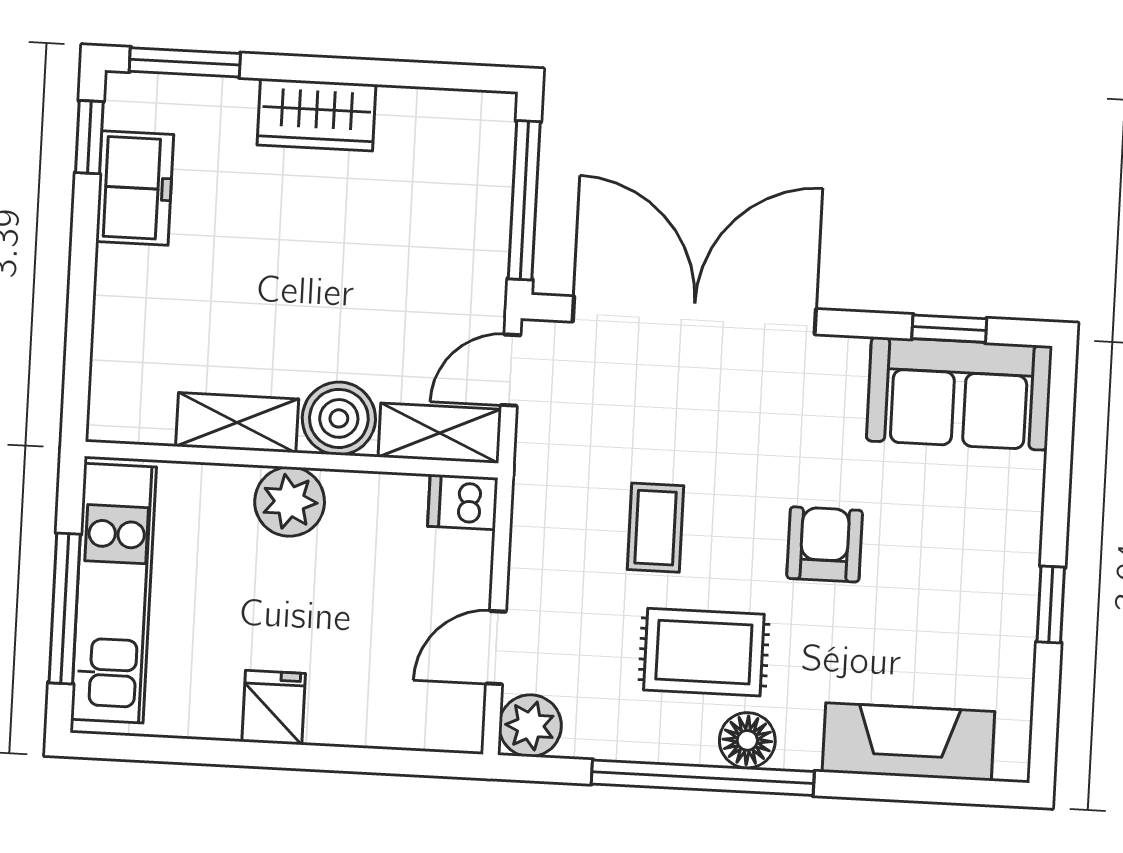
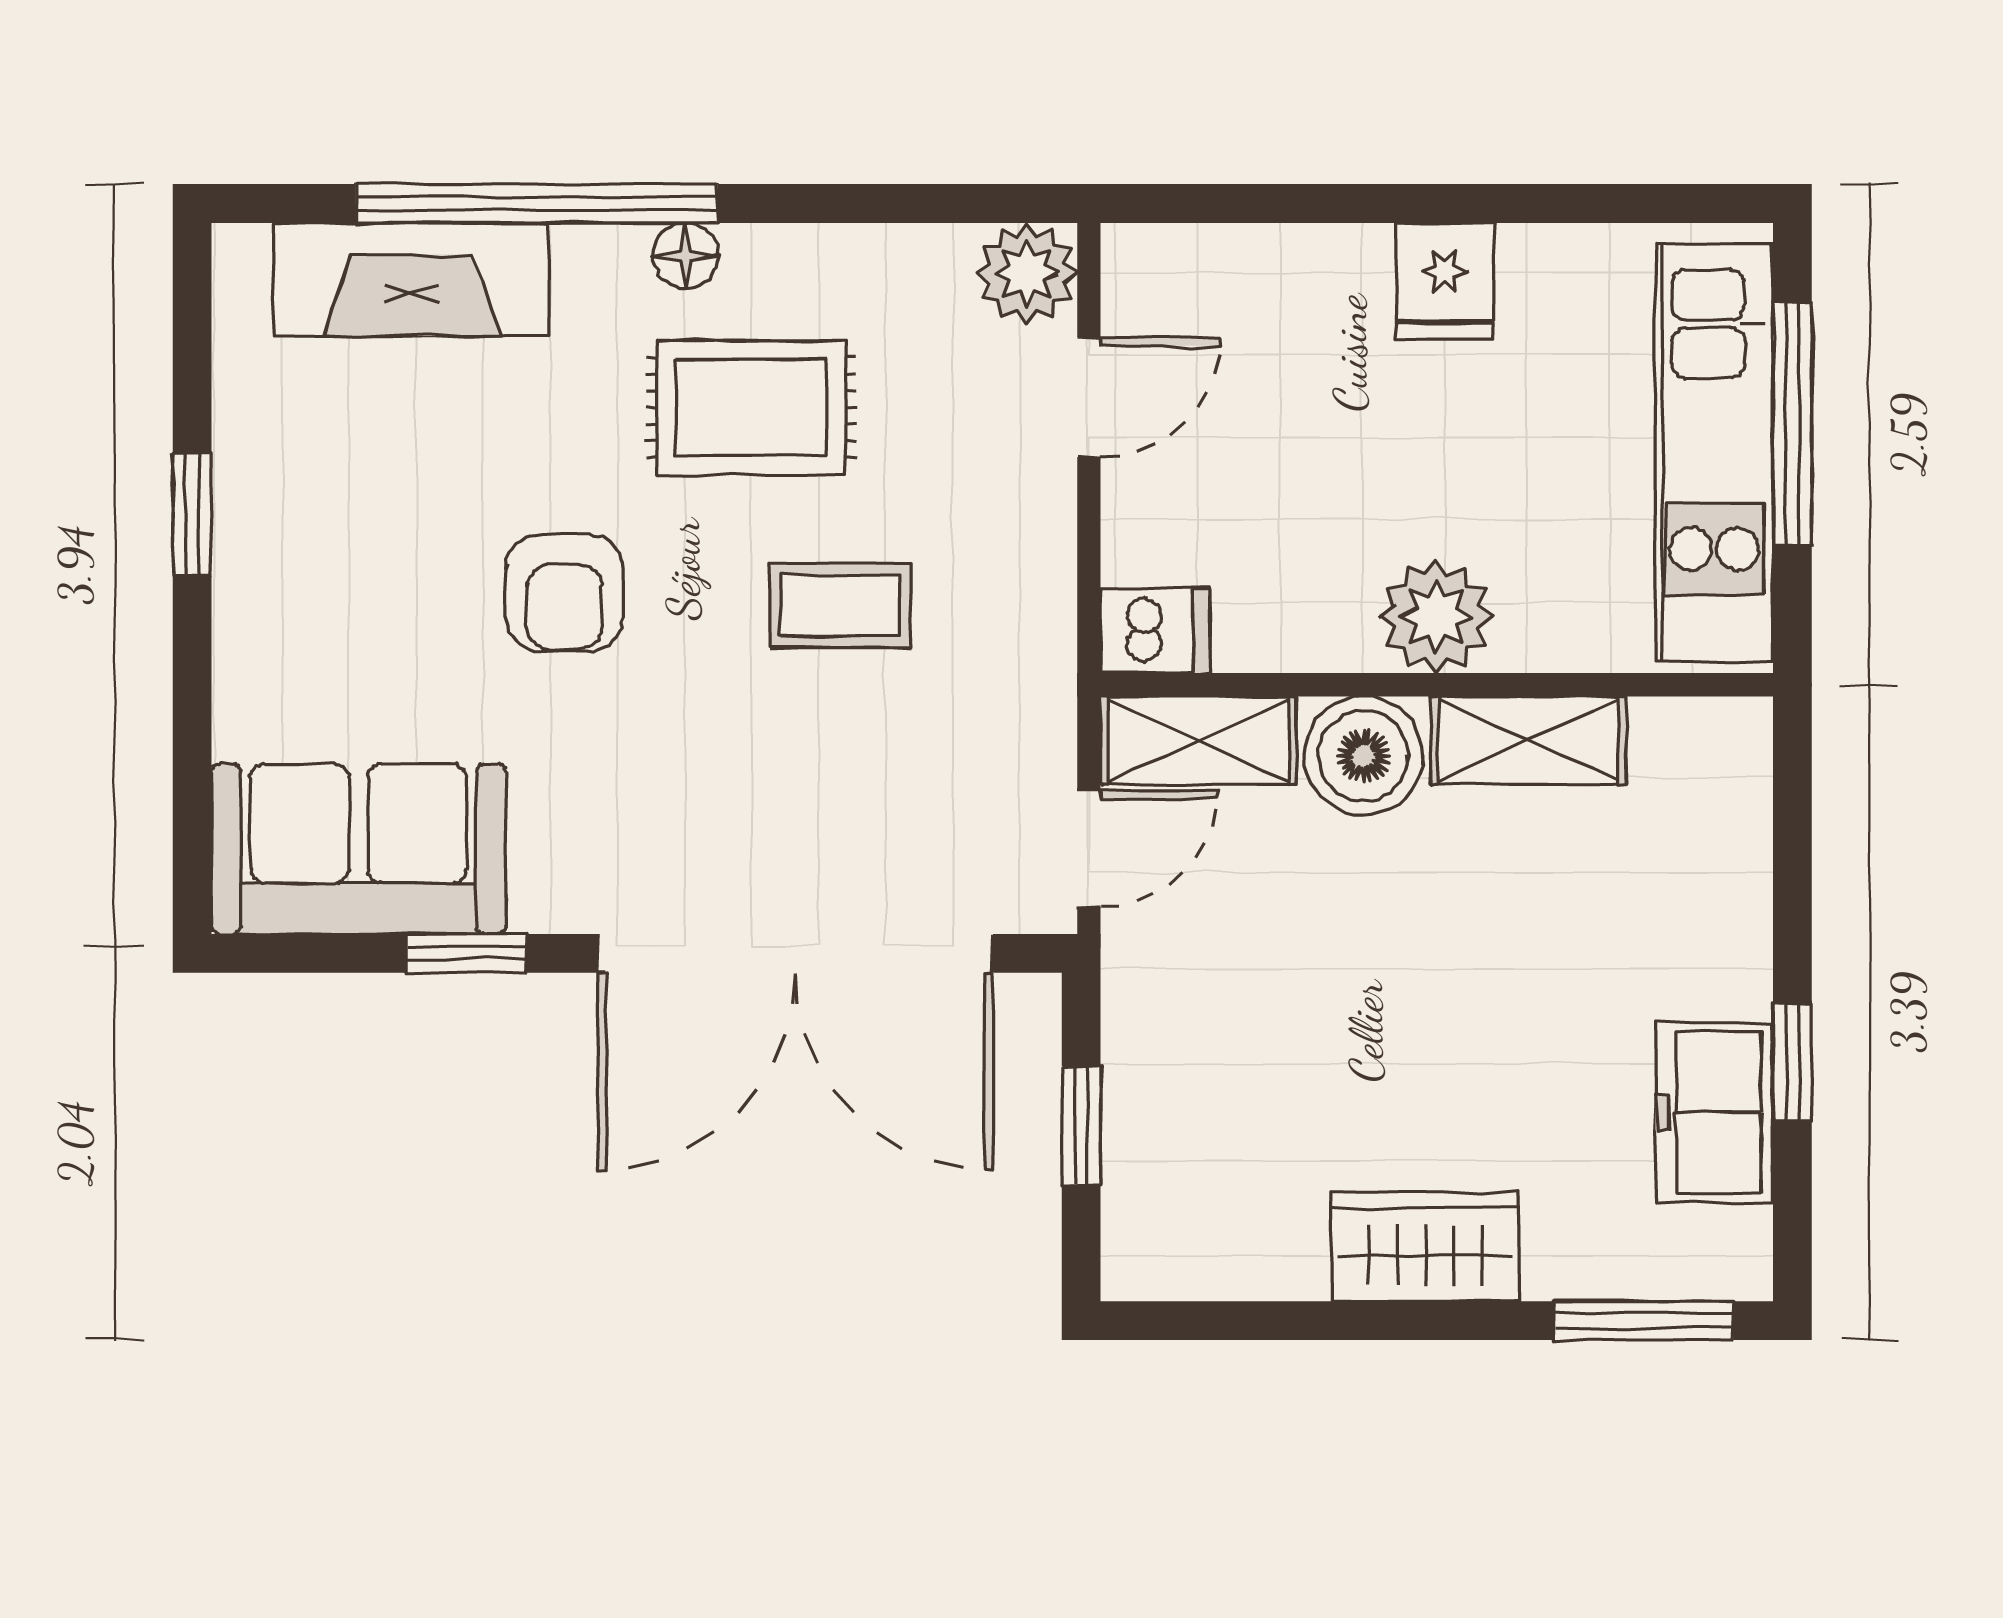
window: (89, 137) -> (1792, 1062), moved
window: (524, 200) -> (1081, 1126), width x0.46
window: (949, 329) -> (466, 953), moved
coffee table: (655, 528) -> (840, 605), turned 90
floor lamp: (747, 740) -> (685, 256), width x0.73, depth x0.73
window: (703, 778) -> (537, 204), moved

